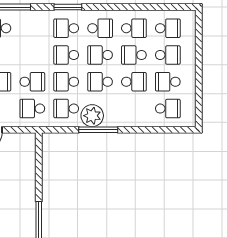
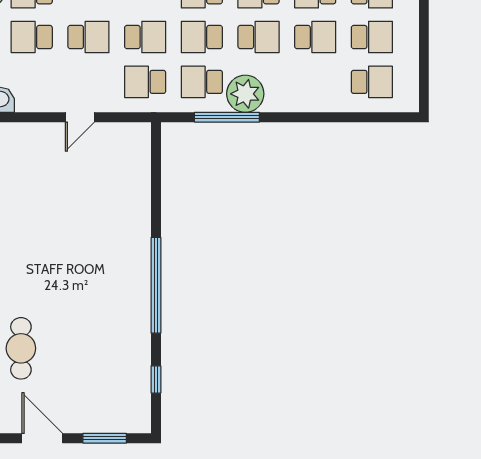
school desk: (100, 82) -> (258, 37), turned 180
school desk: (168, 82) -> (372, 37), turned 180
window: (98, 130) -> (227, 117), moved

